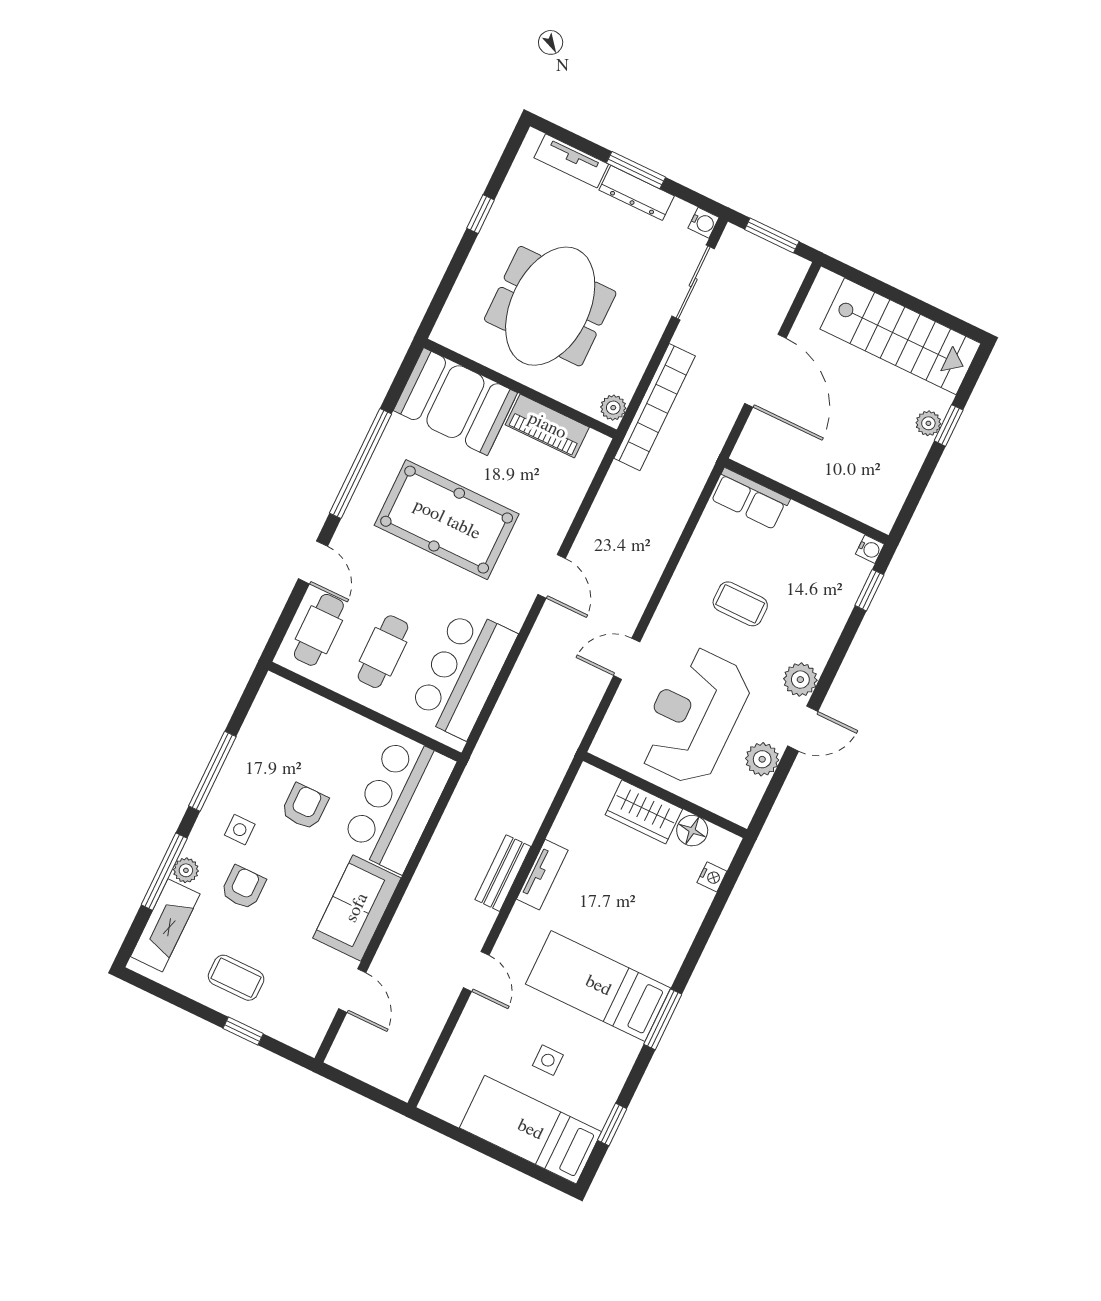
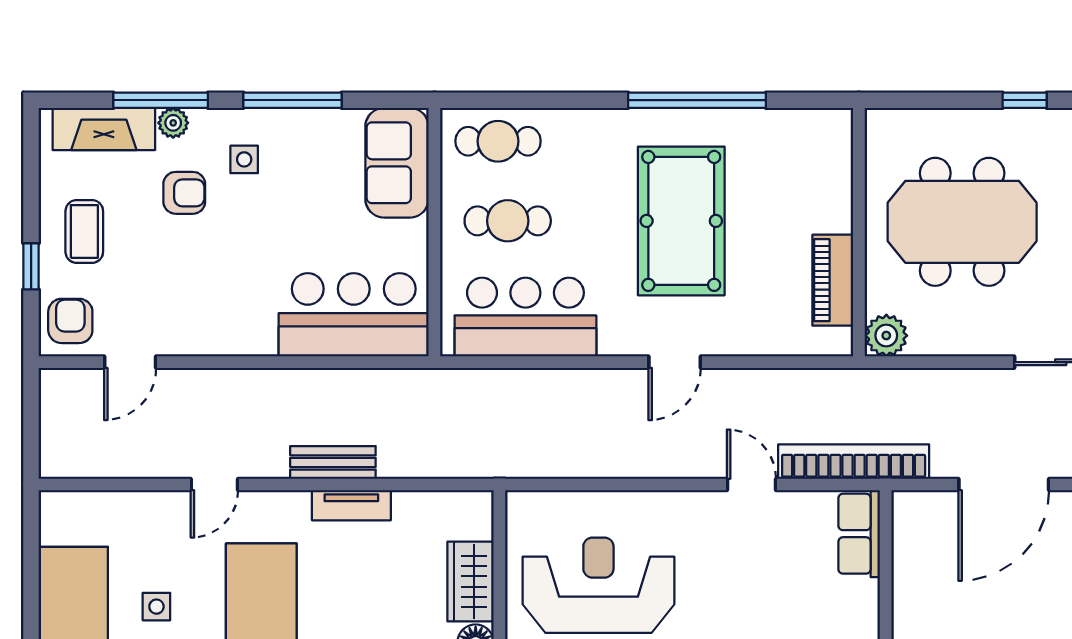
booth: (455, 402) -> (812, 170), removed
bookcase: (655, 407) -> (854, 462), moved, turned 180
plant: (613, 408) -> (886, 336), width x1.38, depth x1.38
door: (313, 562) -> (567, 100), removed
coffee table: (740, 604) -> (742, 577), removed
door: (627, 659) -> (751, 485), moved
armchair: (305, 807) -> (70, 321), moved, turned -90
sofa: (357, 908) -> (397, 163), moved, turned -90

